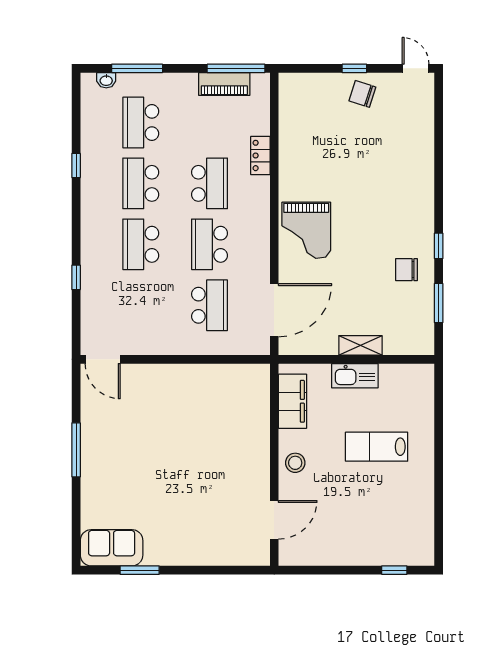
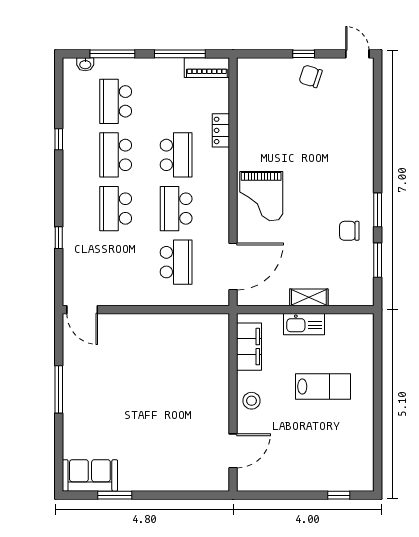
window: (236, 68) -> (180, 54), moved
piano: (224, 84) -> (207, 68), moved
window: (439, 246) -> (378, 210), width x1.50
lab bench: (377, 447) -> (323, 387), turned 180

